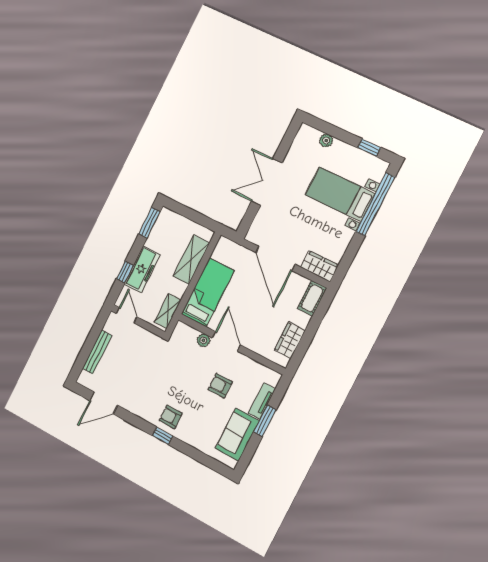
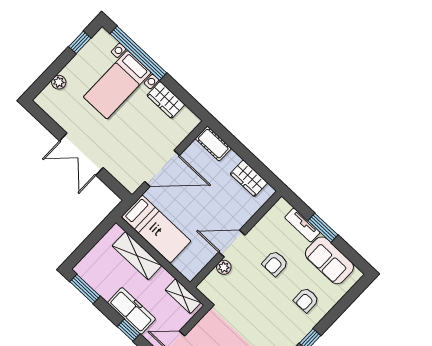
wardrobe: (320, 266) -> (166, 100), moved, turned -90
bed: (208, 292) -> (156, 229), moved, turned 180
armchair: (171, 417) -> (306, 300), moved

